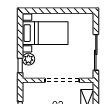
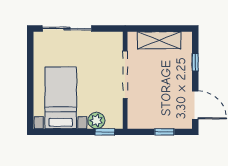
sliding door: (96, 52) -> (67, 29), moved

